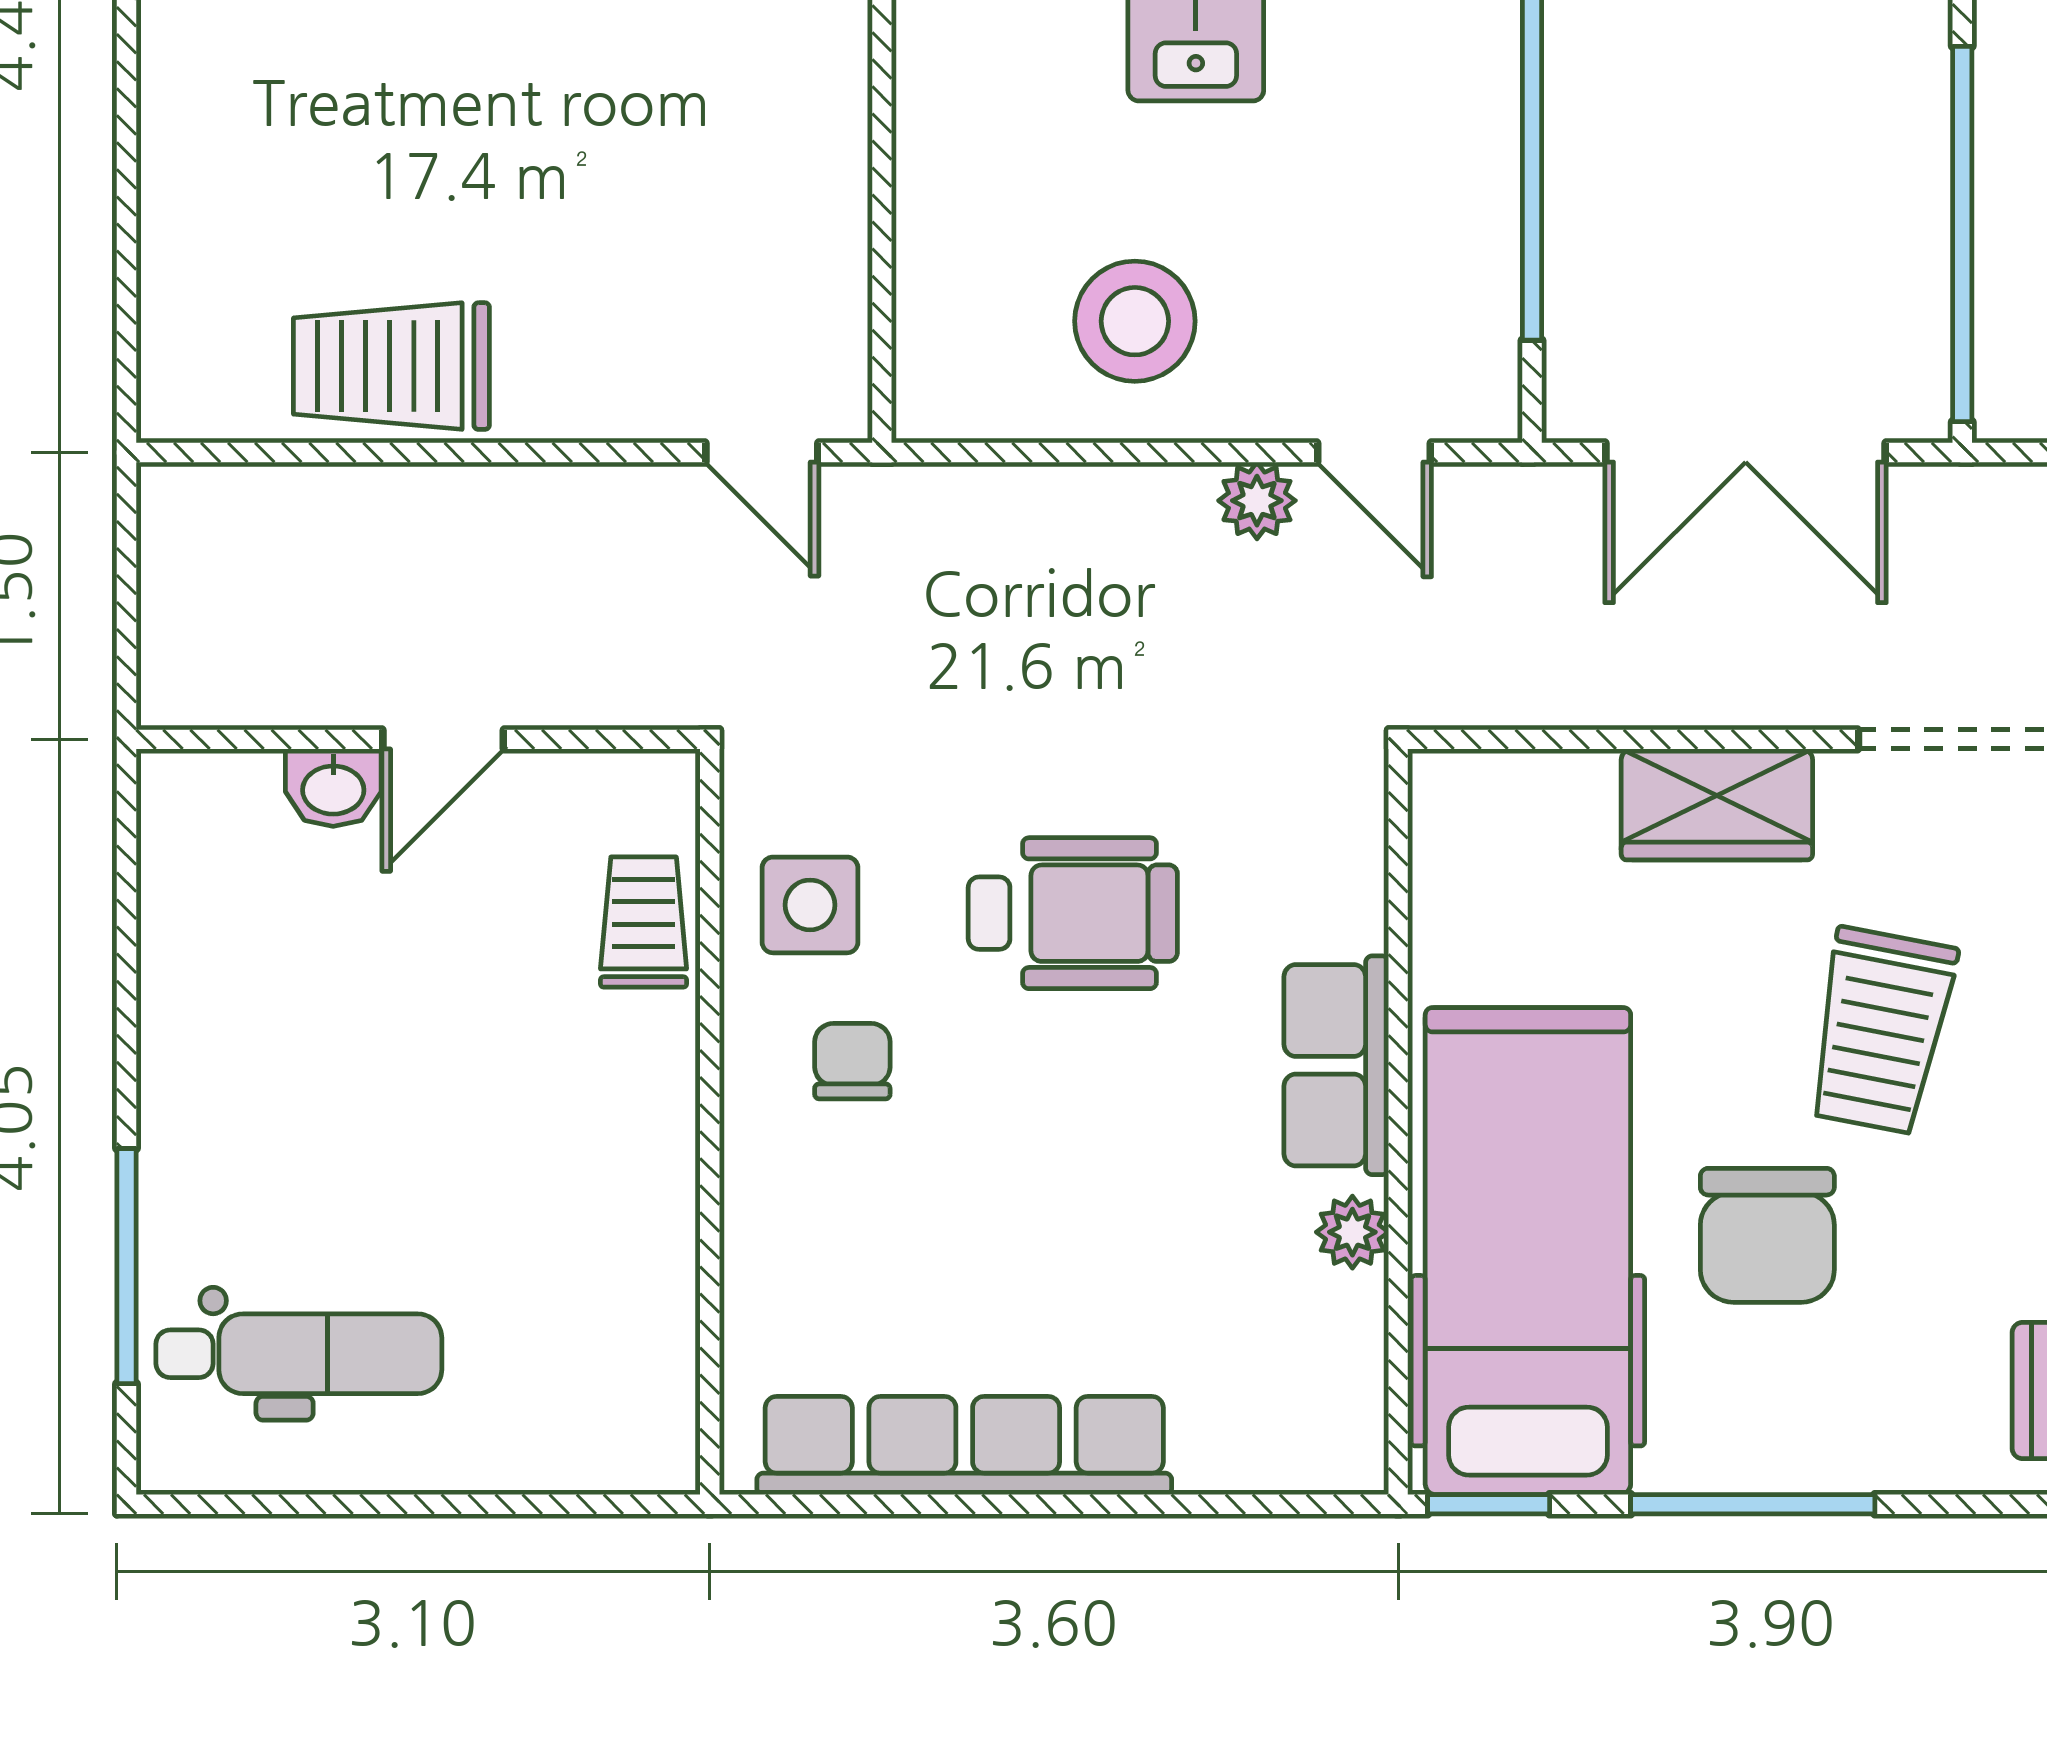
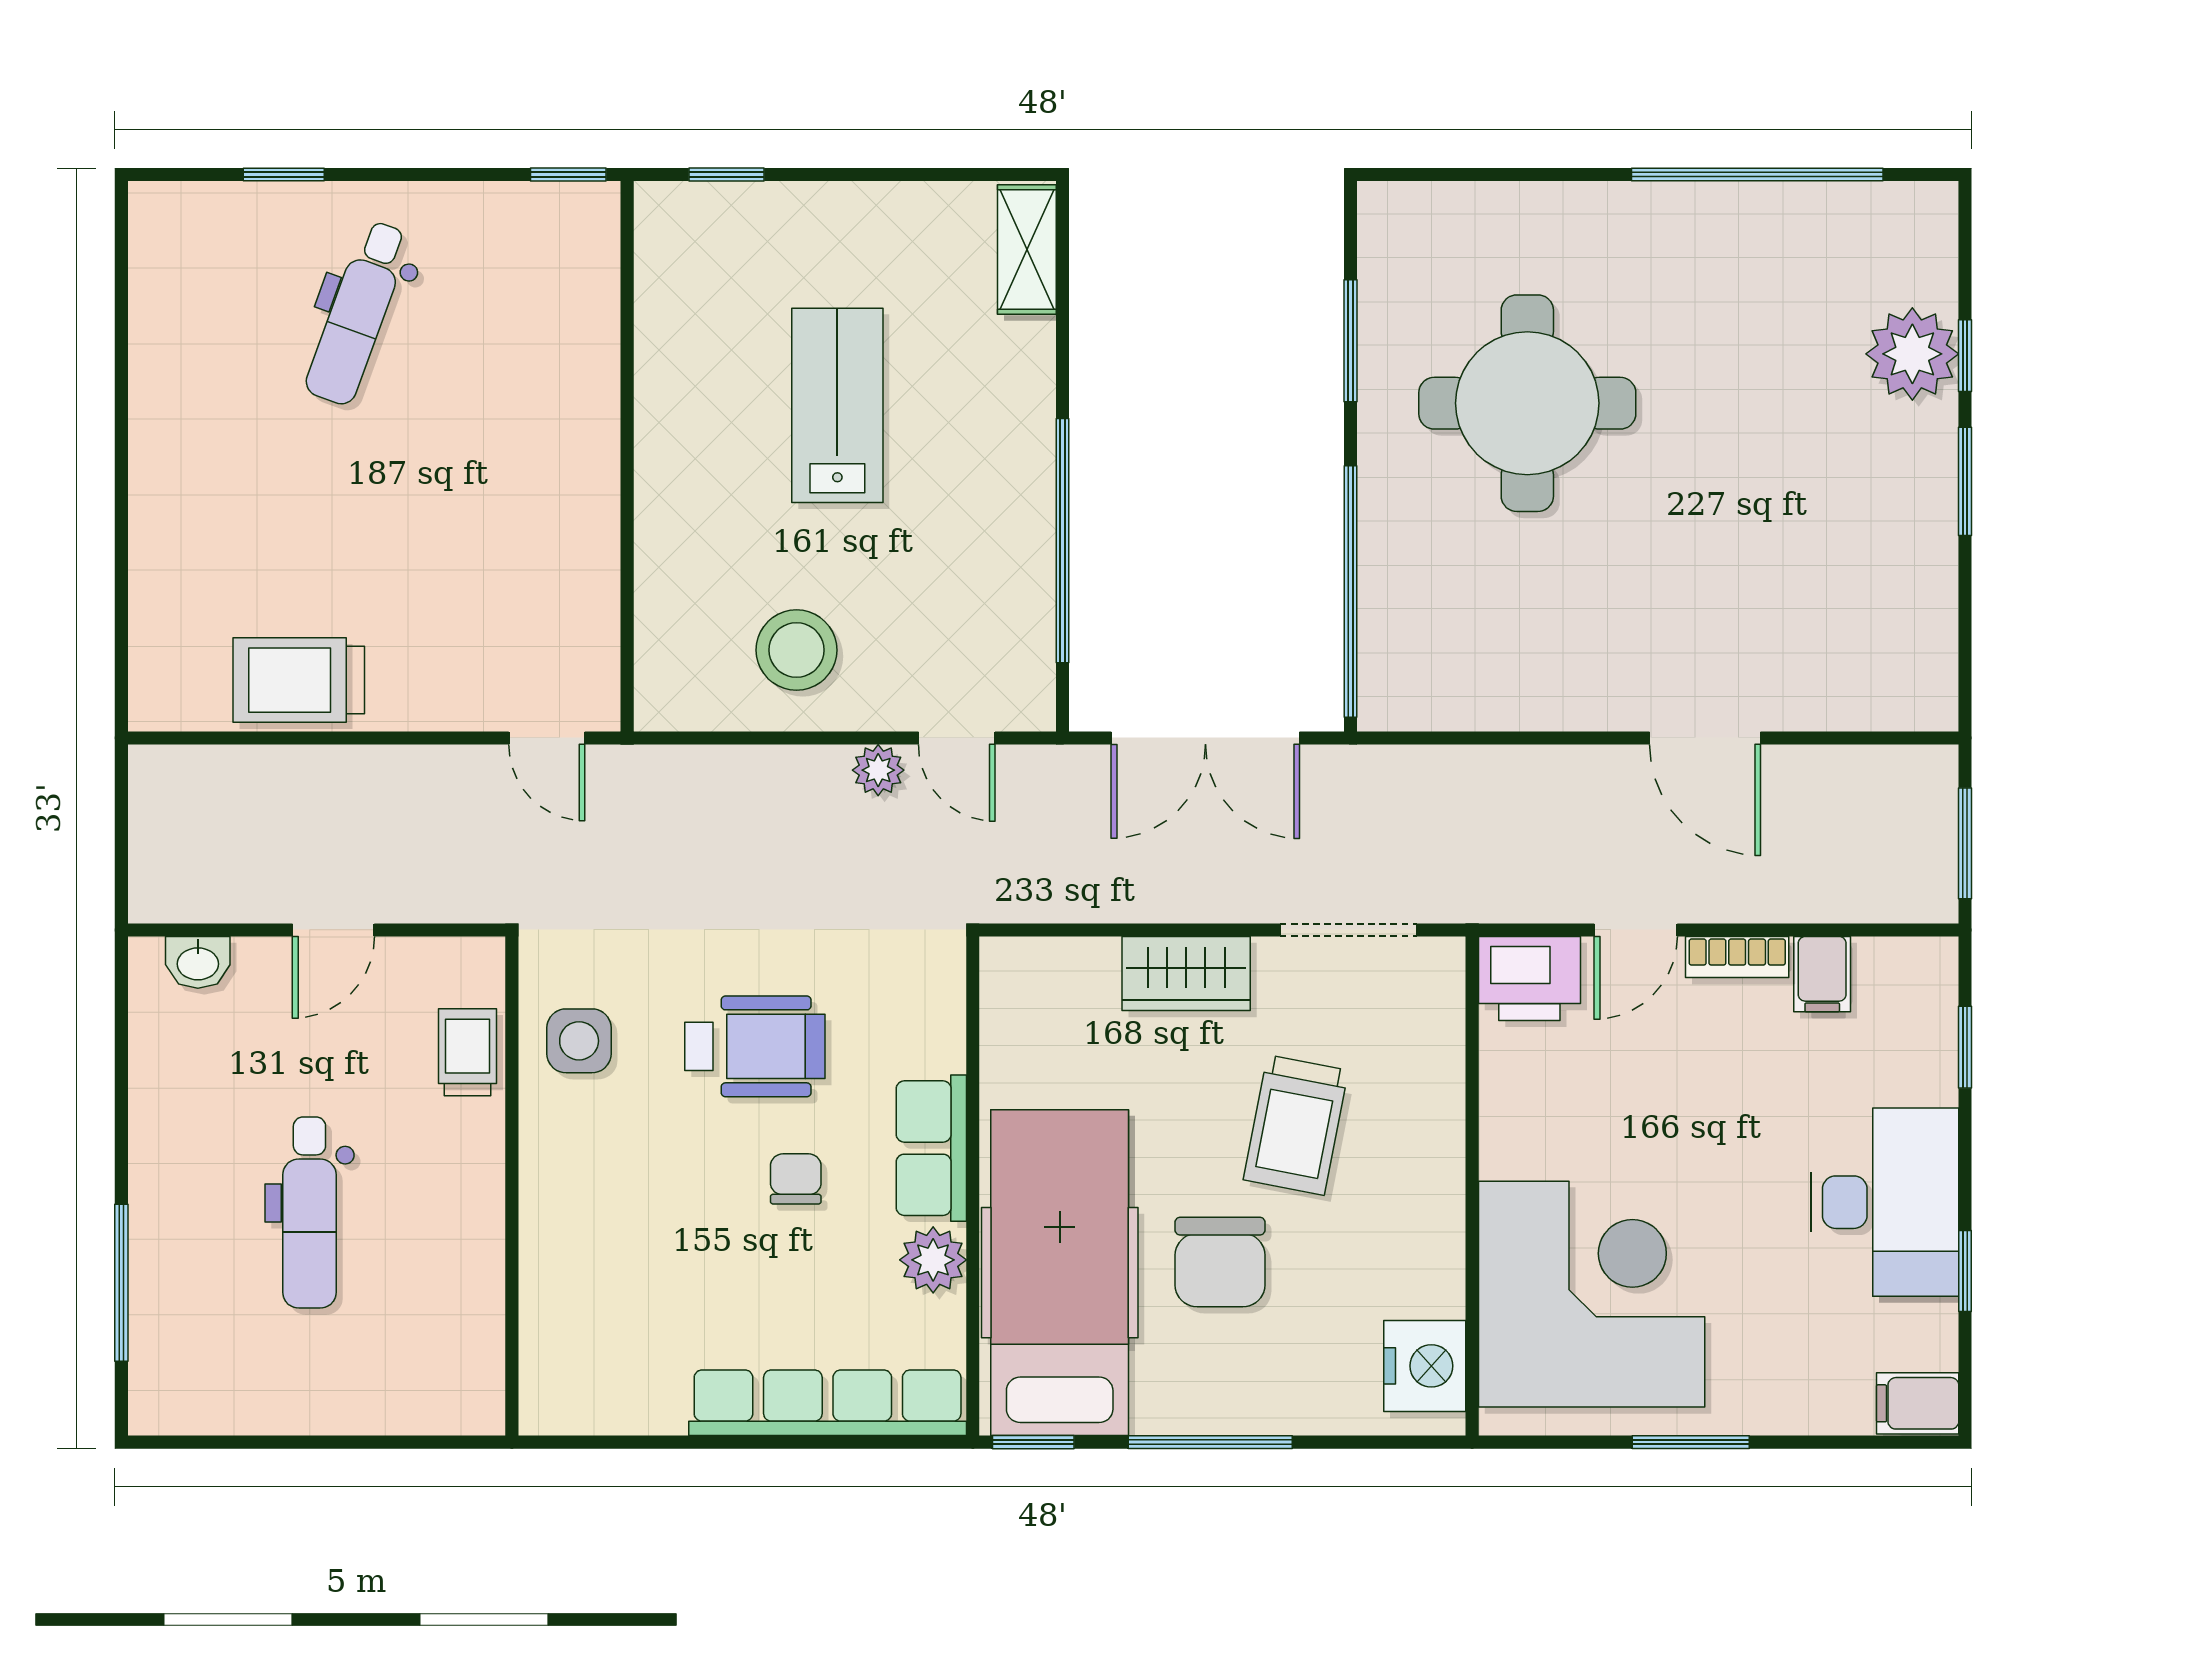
washbasin: (333, 788) -> (198, 962), moved
chair: (852, 1061) -> (796, 1179), moved
plant: (1352, 1232) -> (933, 1260), width x1.38, depth x1.38
dental chair: (299, 1354) -> (309, 1213), moved, turned 90
row of seats: (964, 1446) -> (828, 1403), moved

